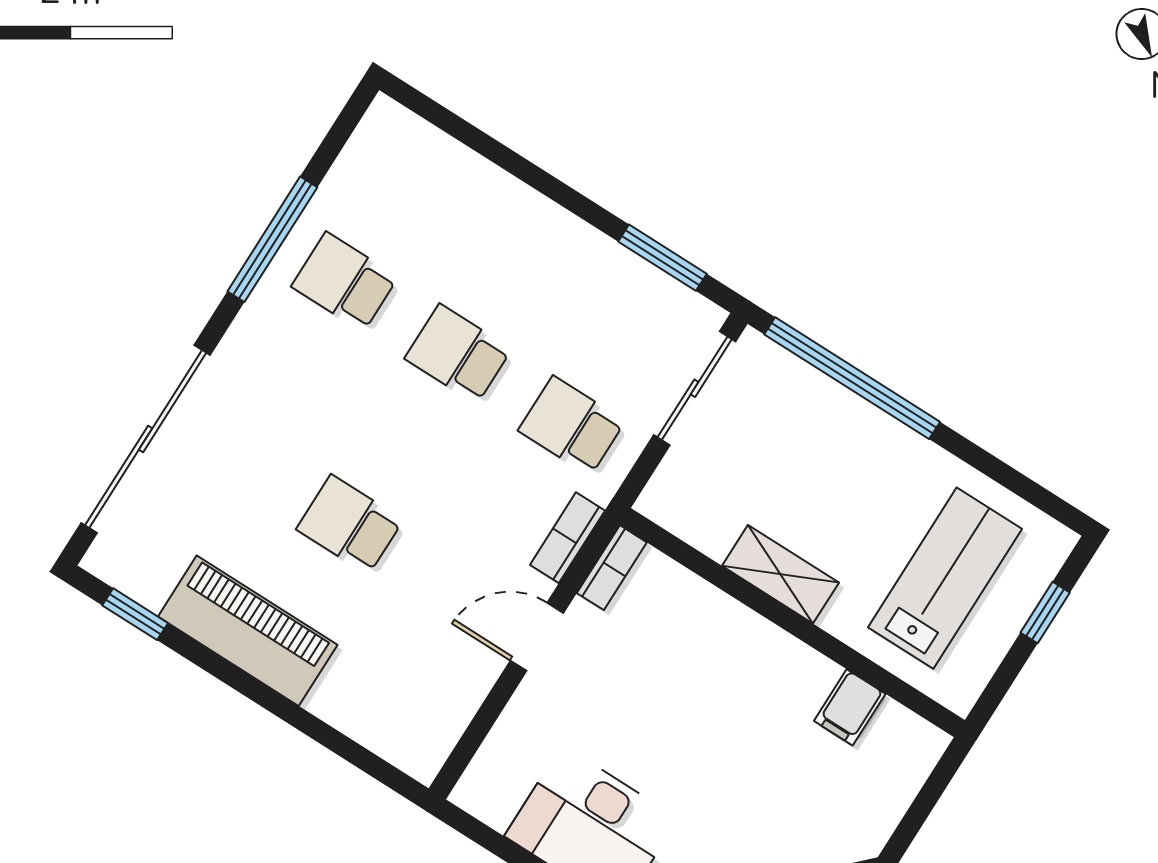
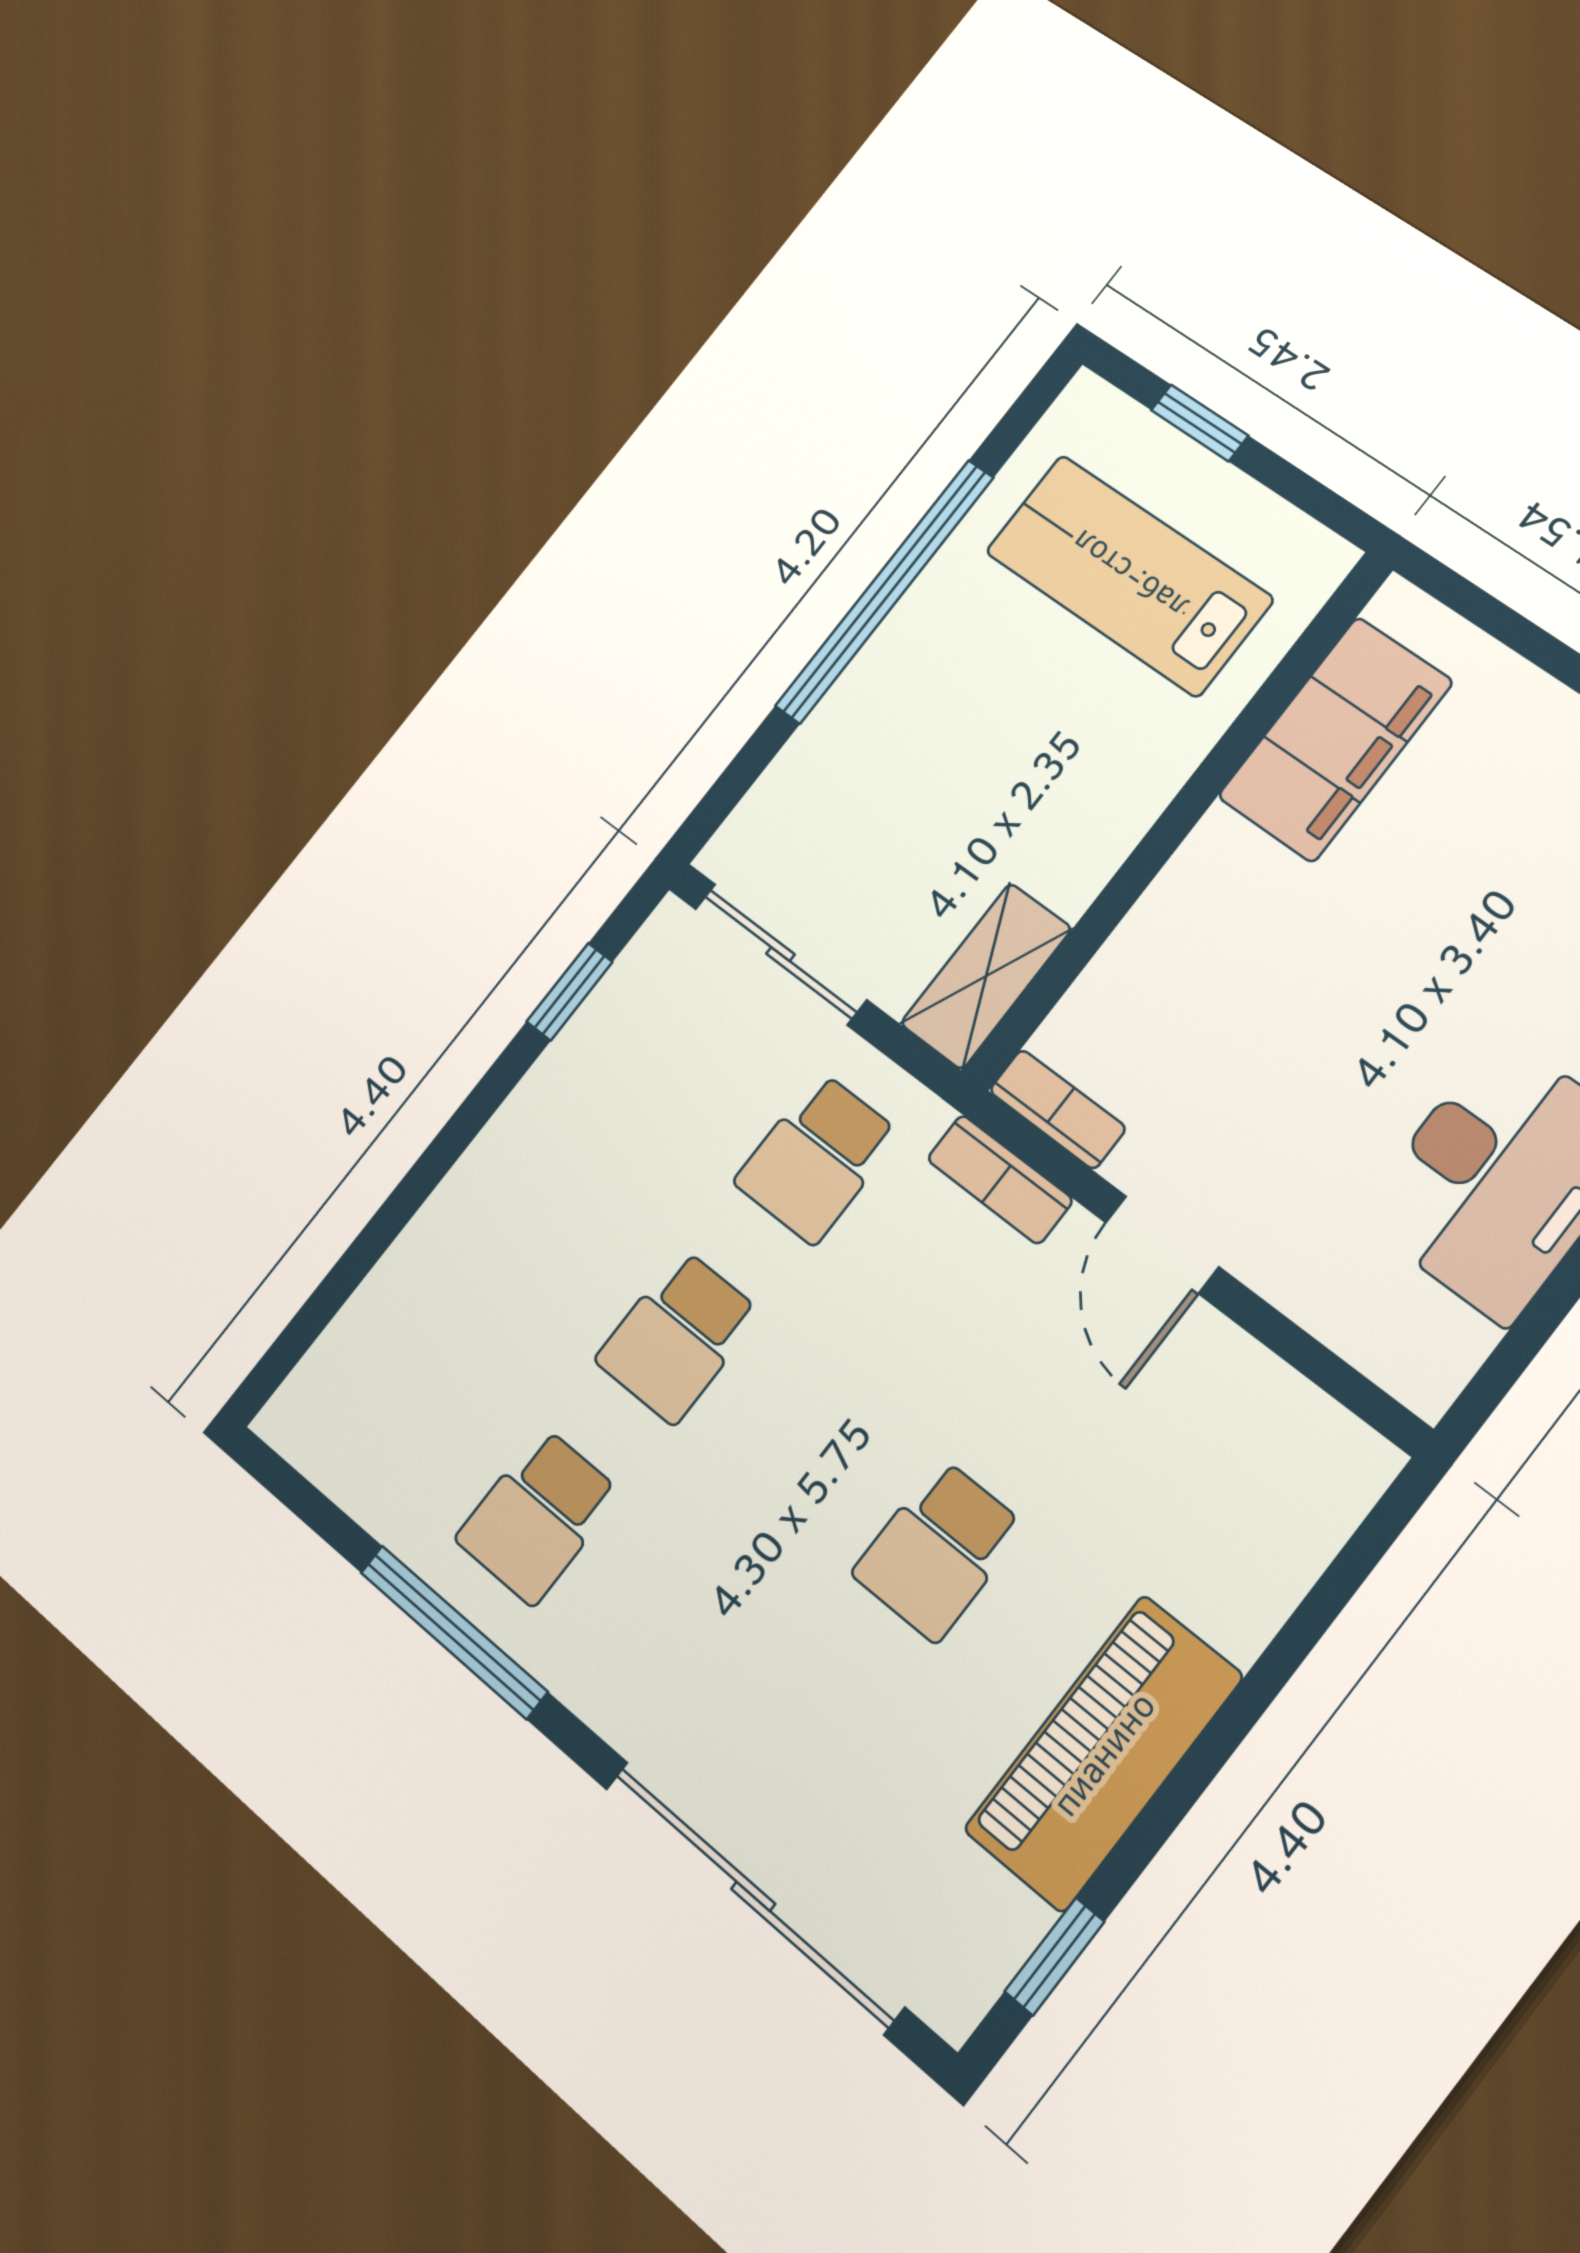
window: (662, 258) -> (570, 992), width x0.67
window: (852, 378) -> (885, 592), moved
shelving: (780, 574) -> (986, 976), moved
filing cabinet: (850, 707) -> (1335, 739), width x3.00, depth x1.17

